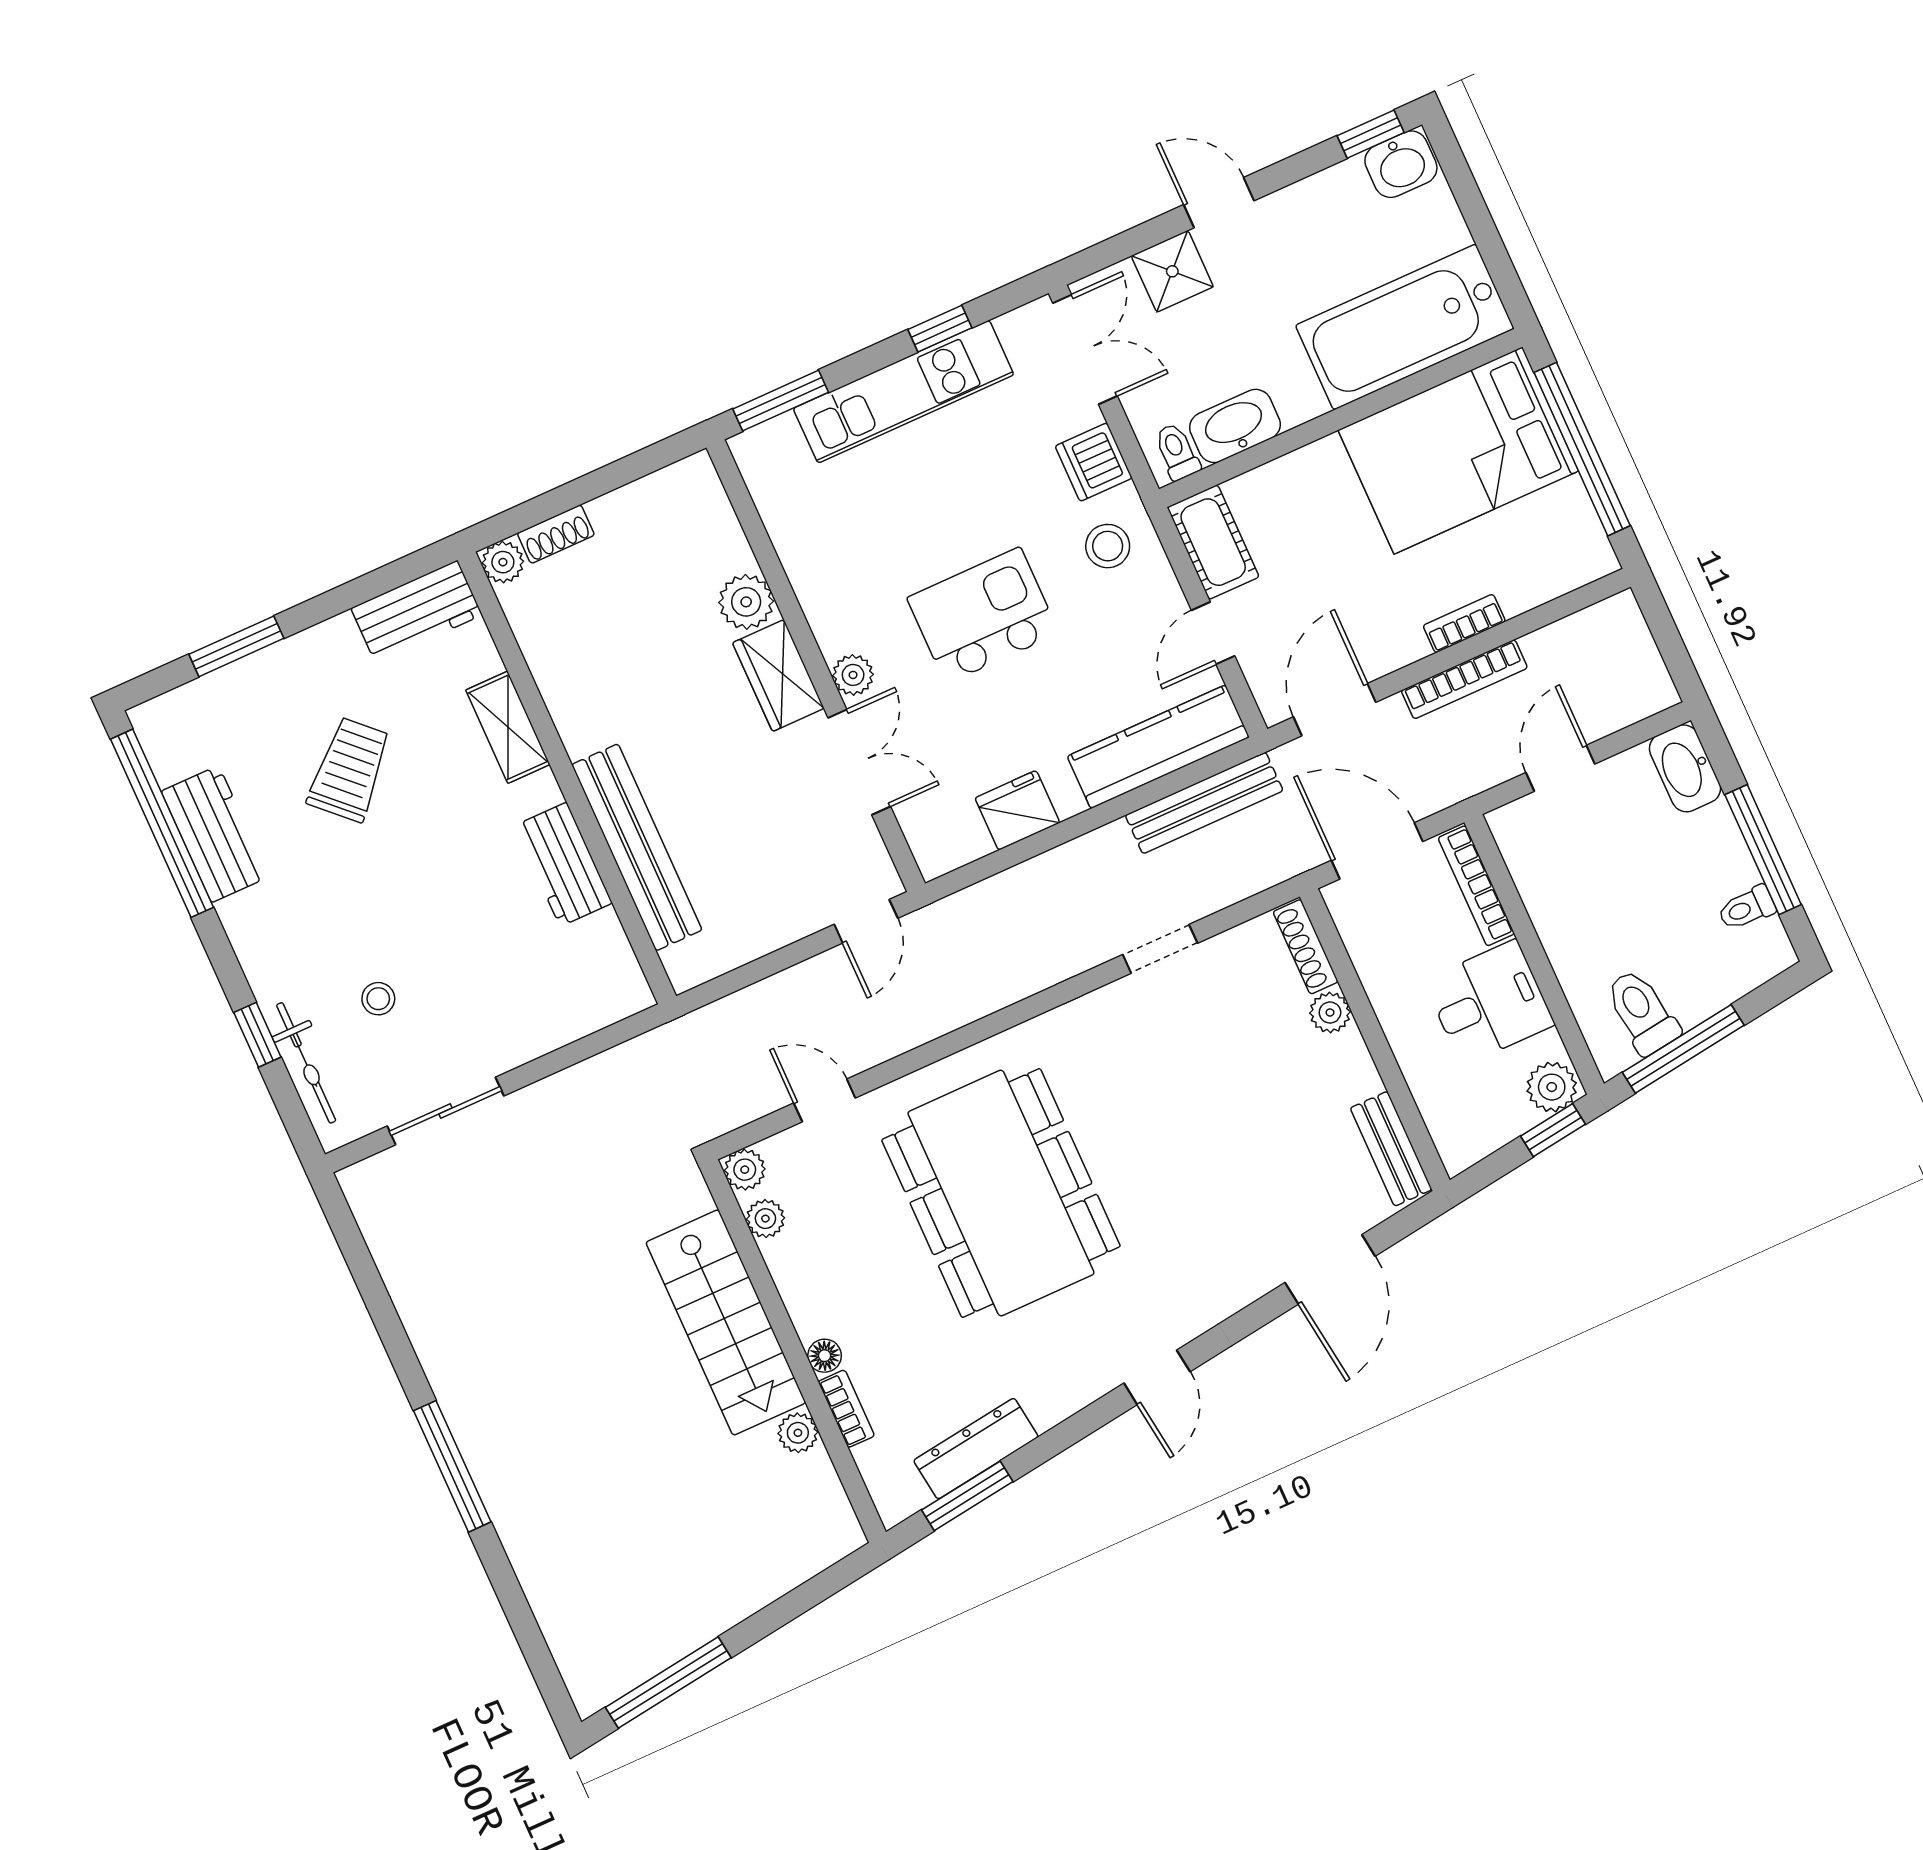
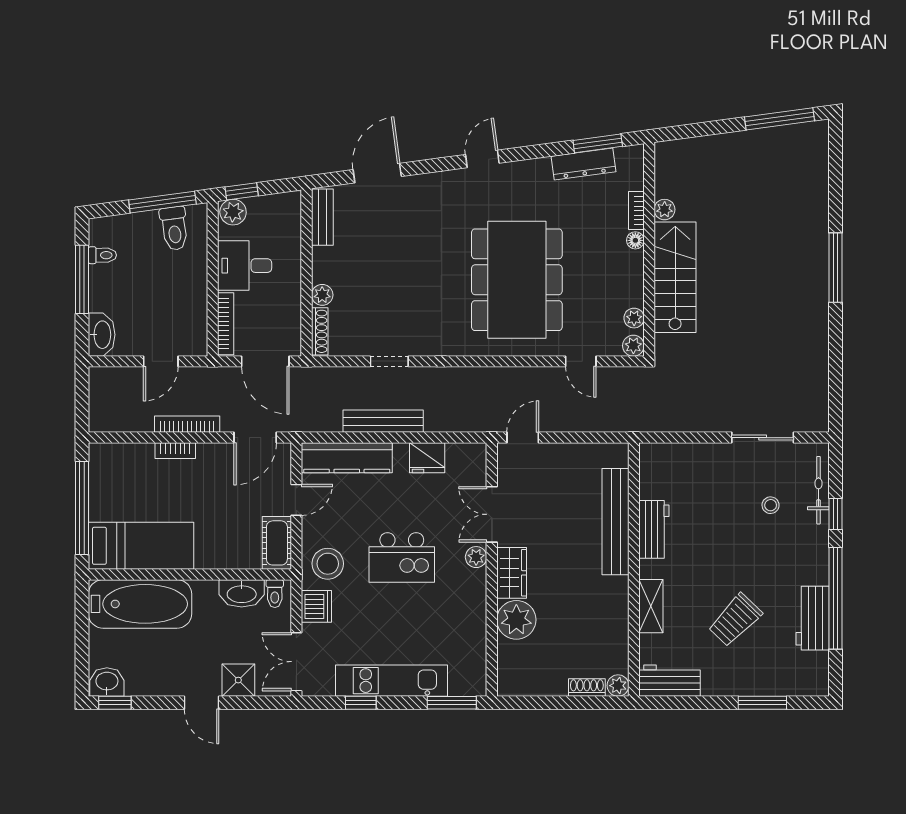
bed: (1458, 450) -> (141, 546), width x0.67
stool: (1108, 546) -> (328, 564), width x1.38, depth x1.38
plant: (746, 602) -> (516, 620), width x1.36, depth x1.36
bench: (1204, 803) -> (383, 421), moved
window: (162, 823) -> (836, 598), moved

